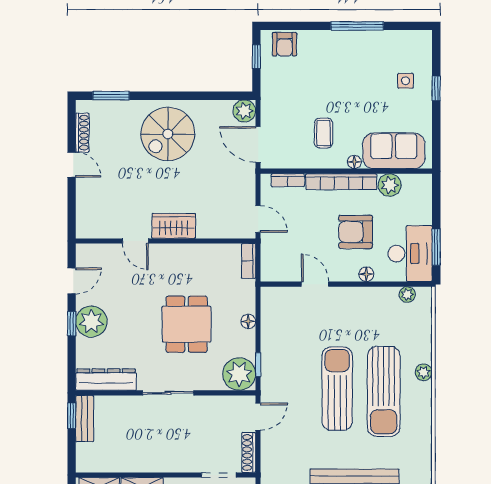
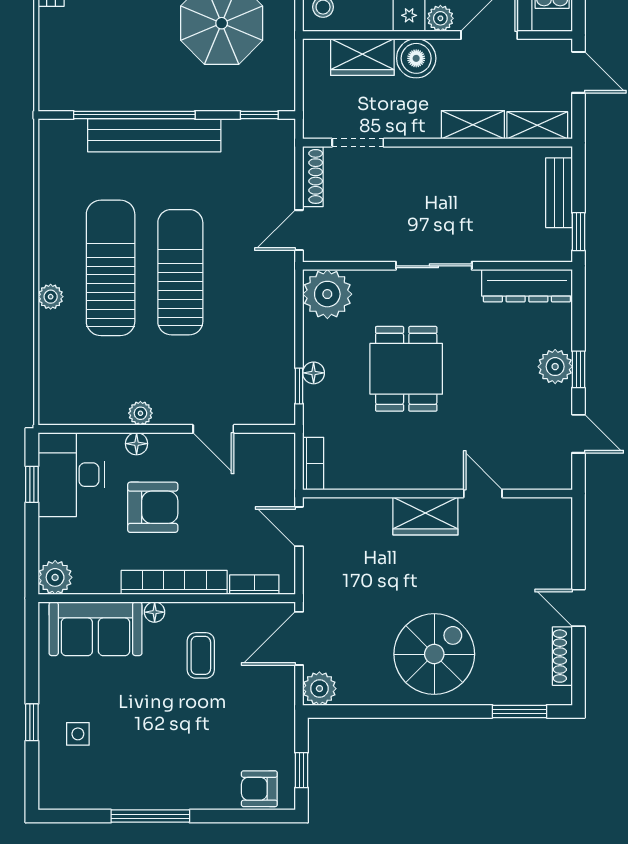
armchair: (284, 44) -> (259, 789), turned -90
door: (258, 144) -> (299, 638), swing flipped
plant: (390, 185) -> (55, 577), moved
window: (436, 247) -> (32, 484), width x0.67
door: (72, 281) -> (578, 434), swing flipped
plant: (407, 295) -> (140, 413), moved
plant: (91, 321) -> (555, 367), width x0.73, depth x0.73
window: (258, 364) -> (299, 386), moved
sun lounger: (337, 389) -> (180, 272), turned 180
bench: (85, 419) -> (559, 193), moved

